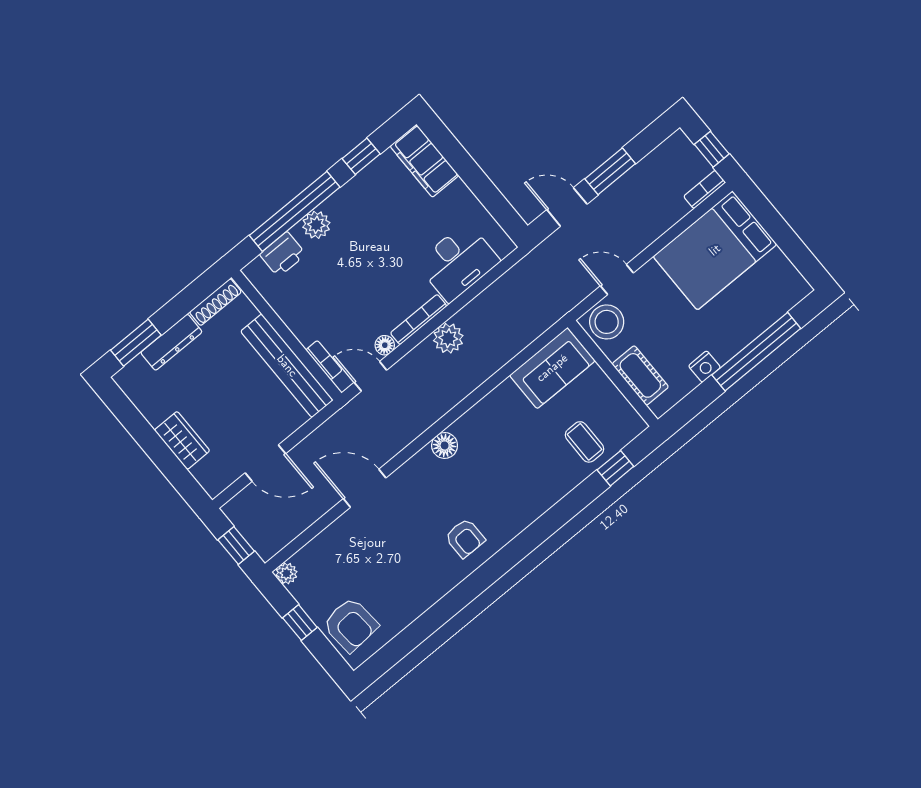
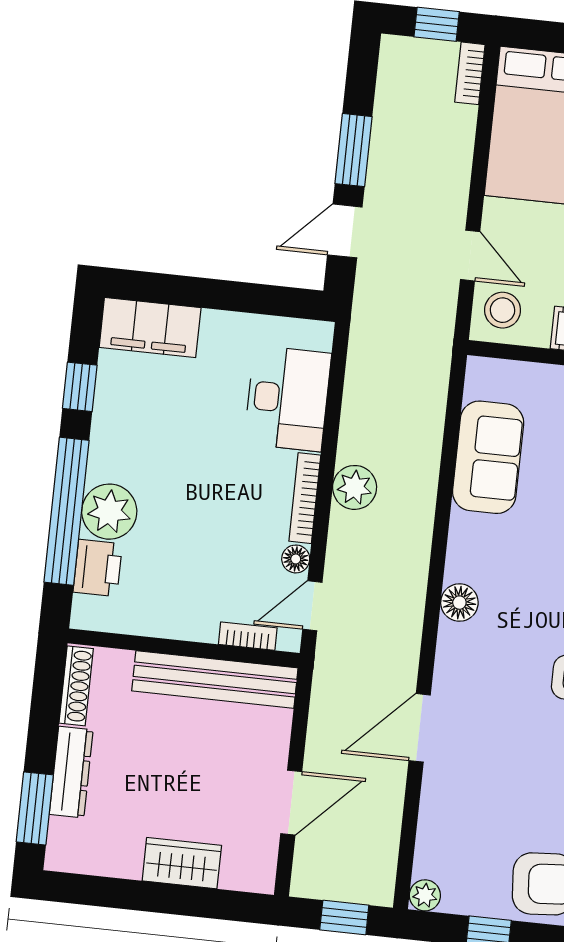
plant: (316, 225) -> (109, 512), width x1.36, depth x1.36
door: (617, 279) -> (470, 256), swing flipped
stool: (607, 322) -> (503, 310), width x0.73, depth x0.73
sofa: (552, 368) -> (488, 457), moved

